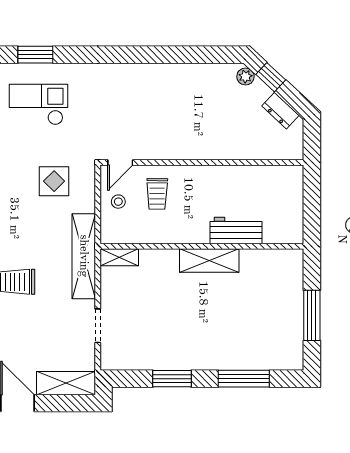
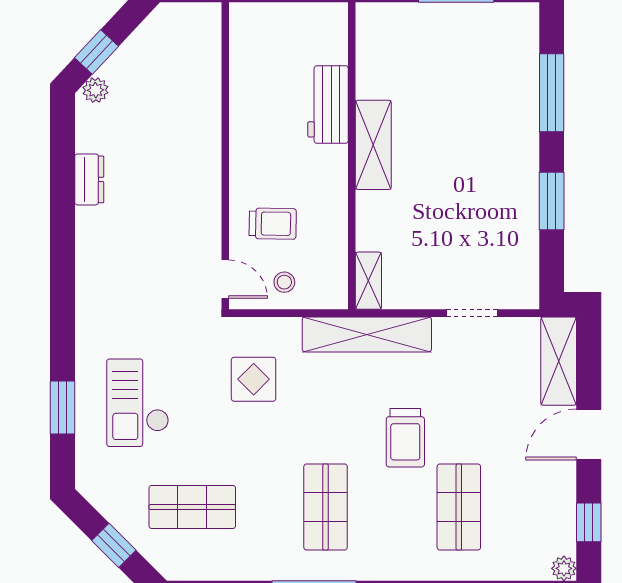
dresser: (281, 111) -> (89, 179), moved, turned -43

